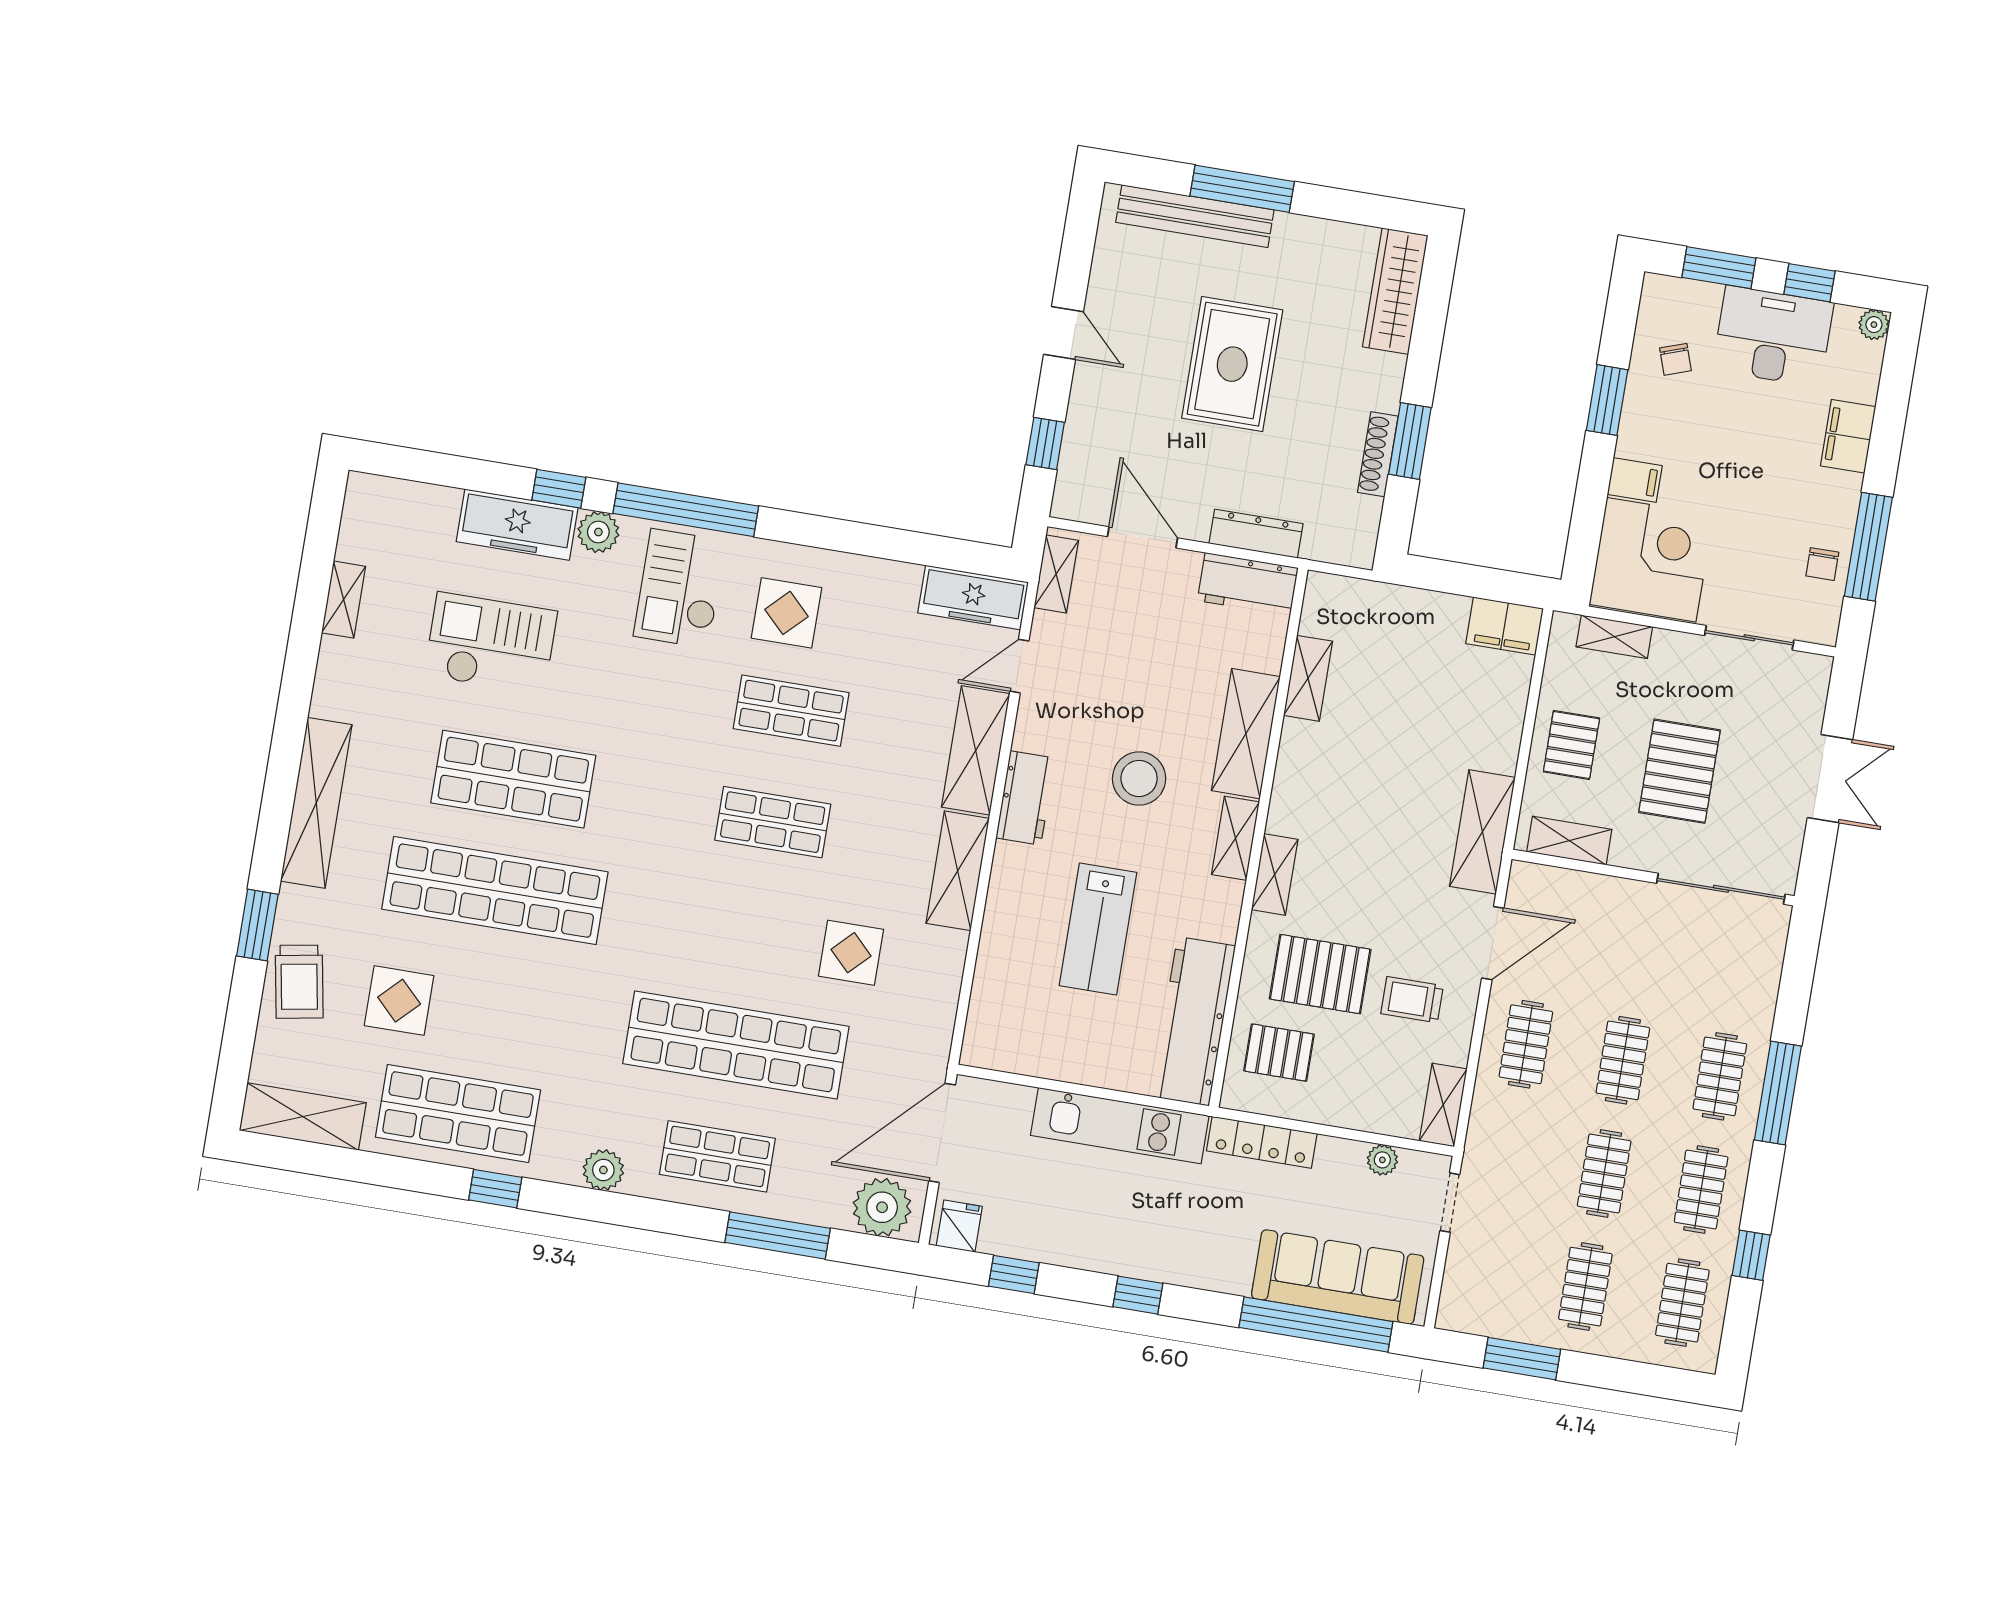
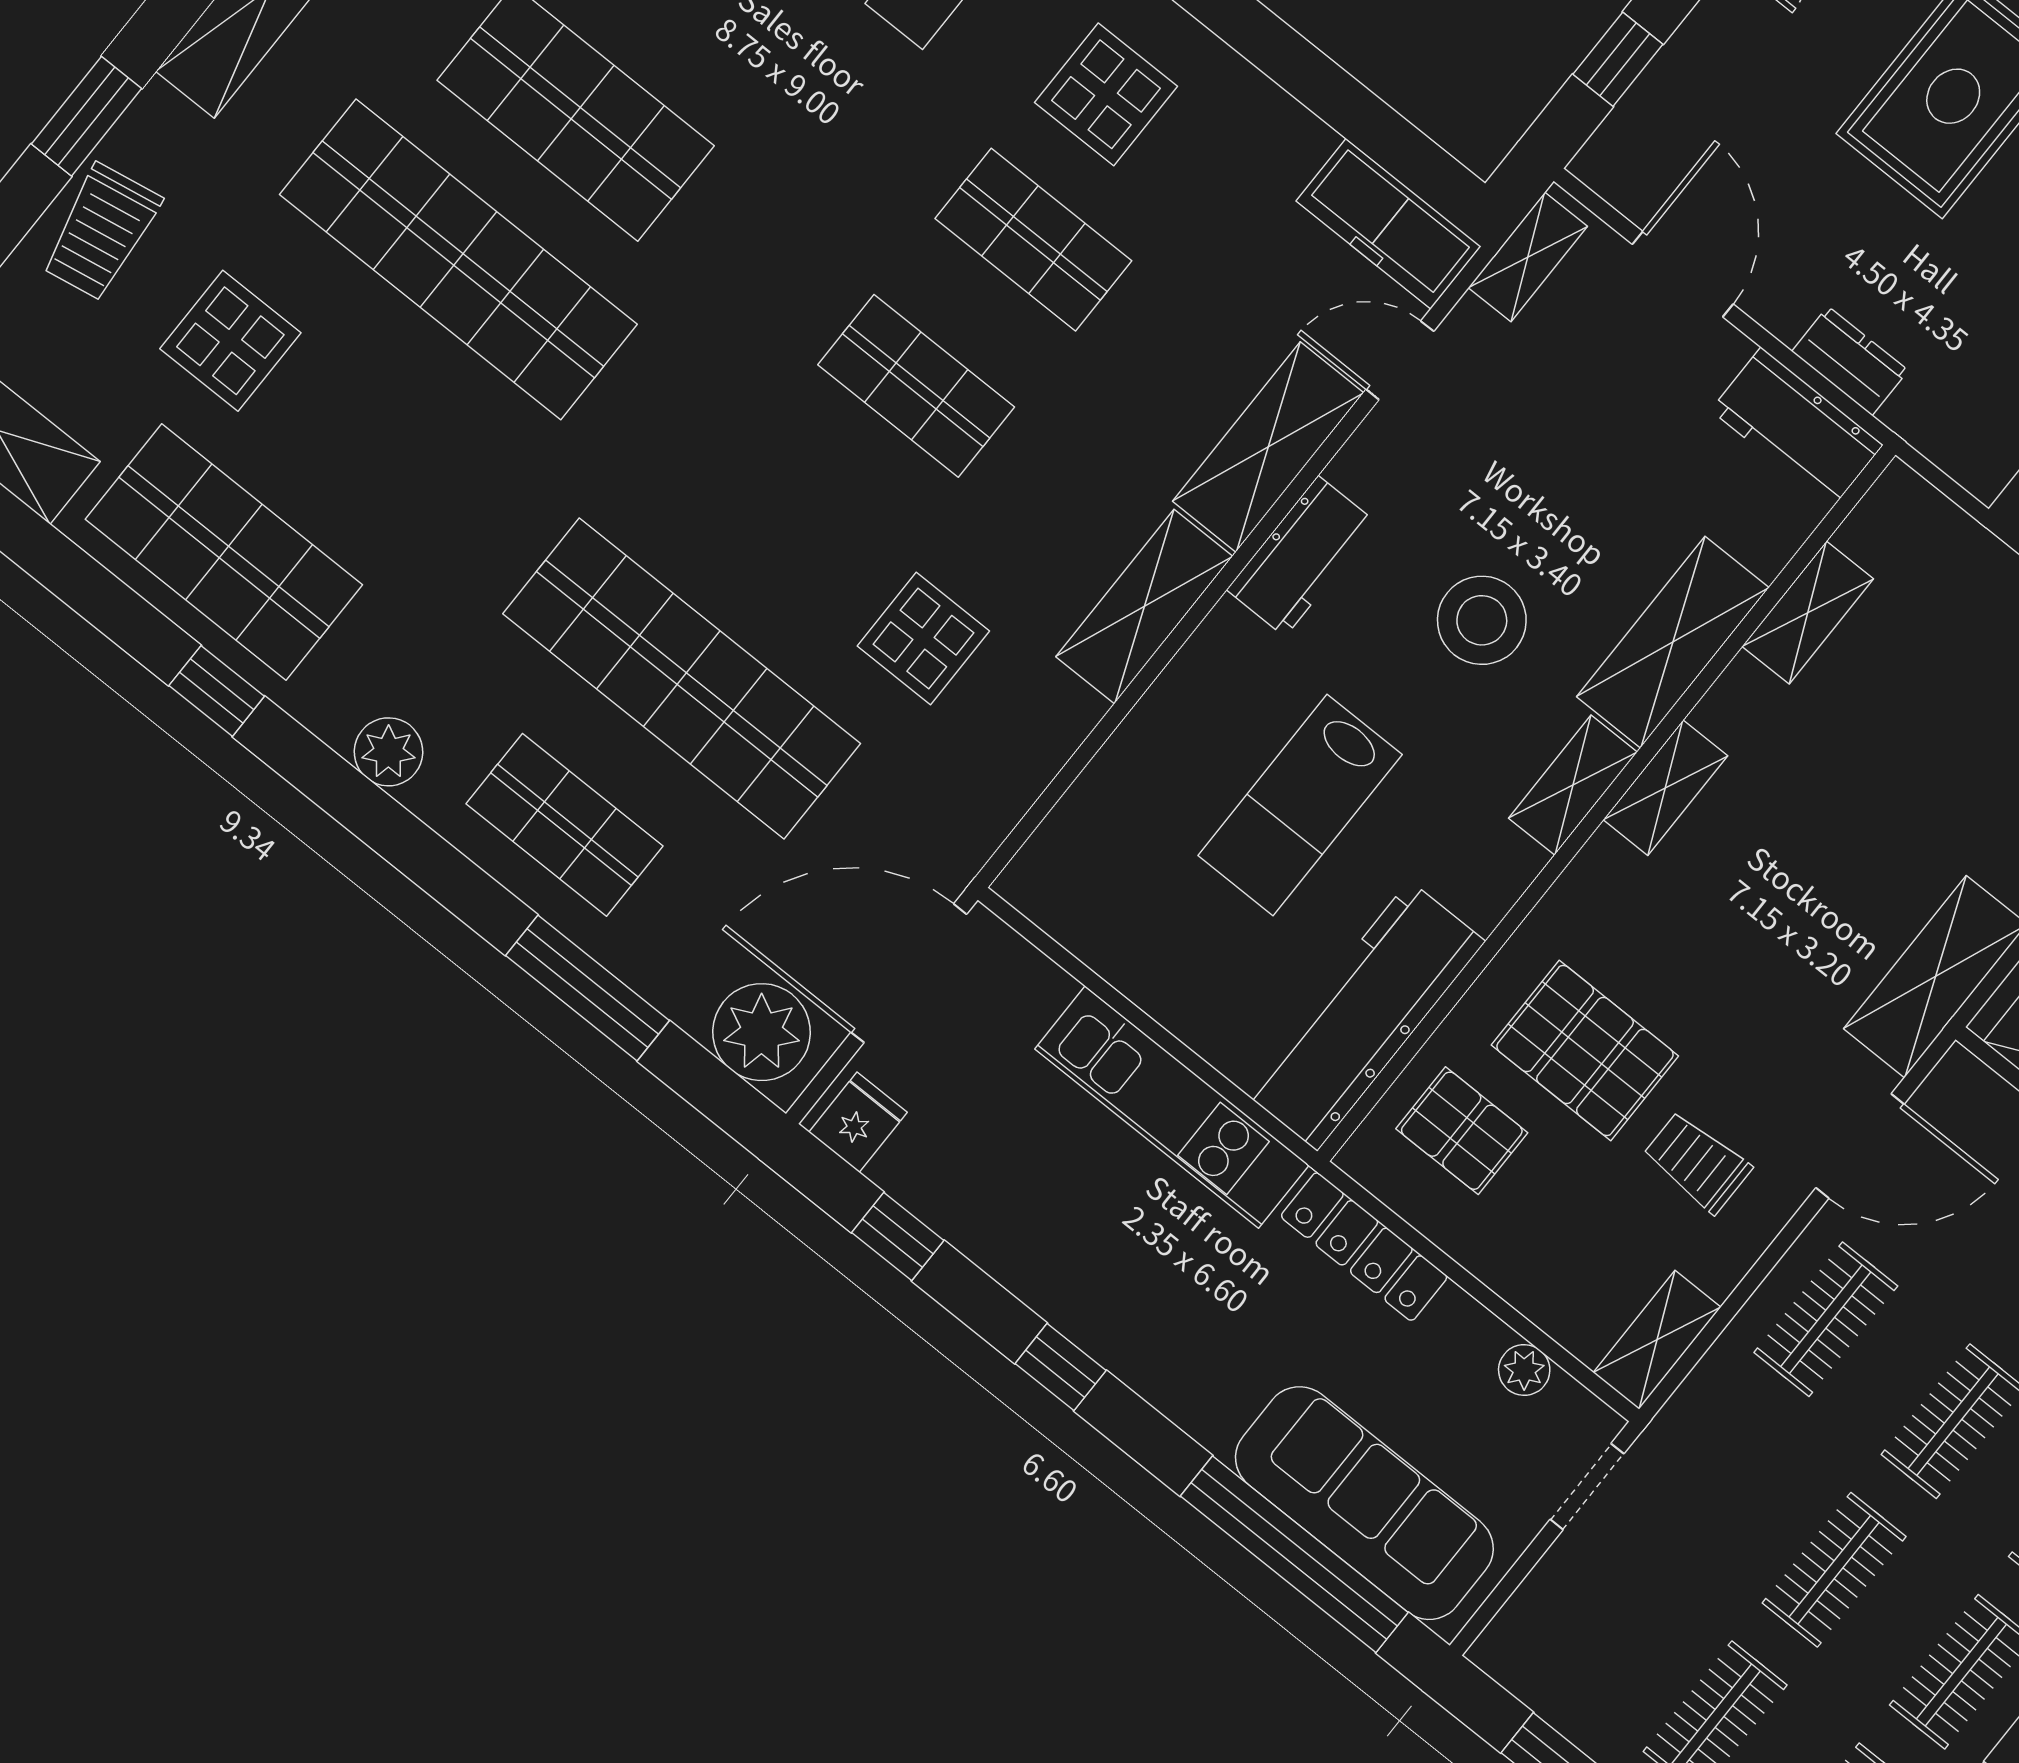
dresser: (1256, 534) -> (1850, 361), width x0.70
shelving: (1275, 875) -> (1665, 788), moved

